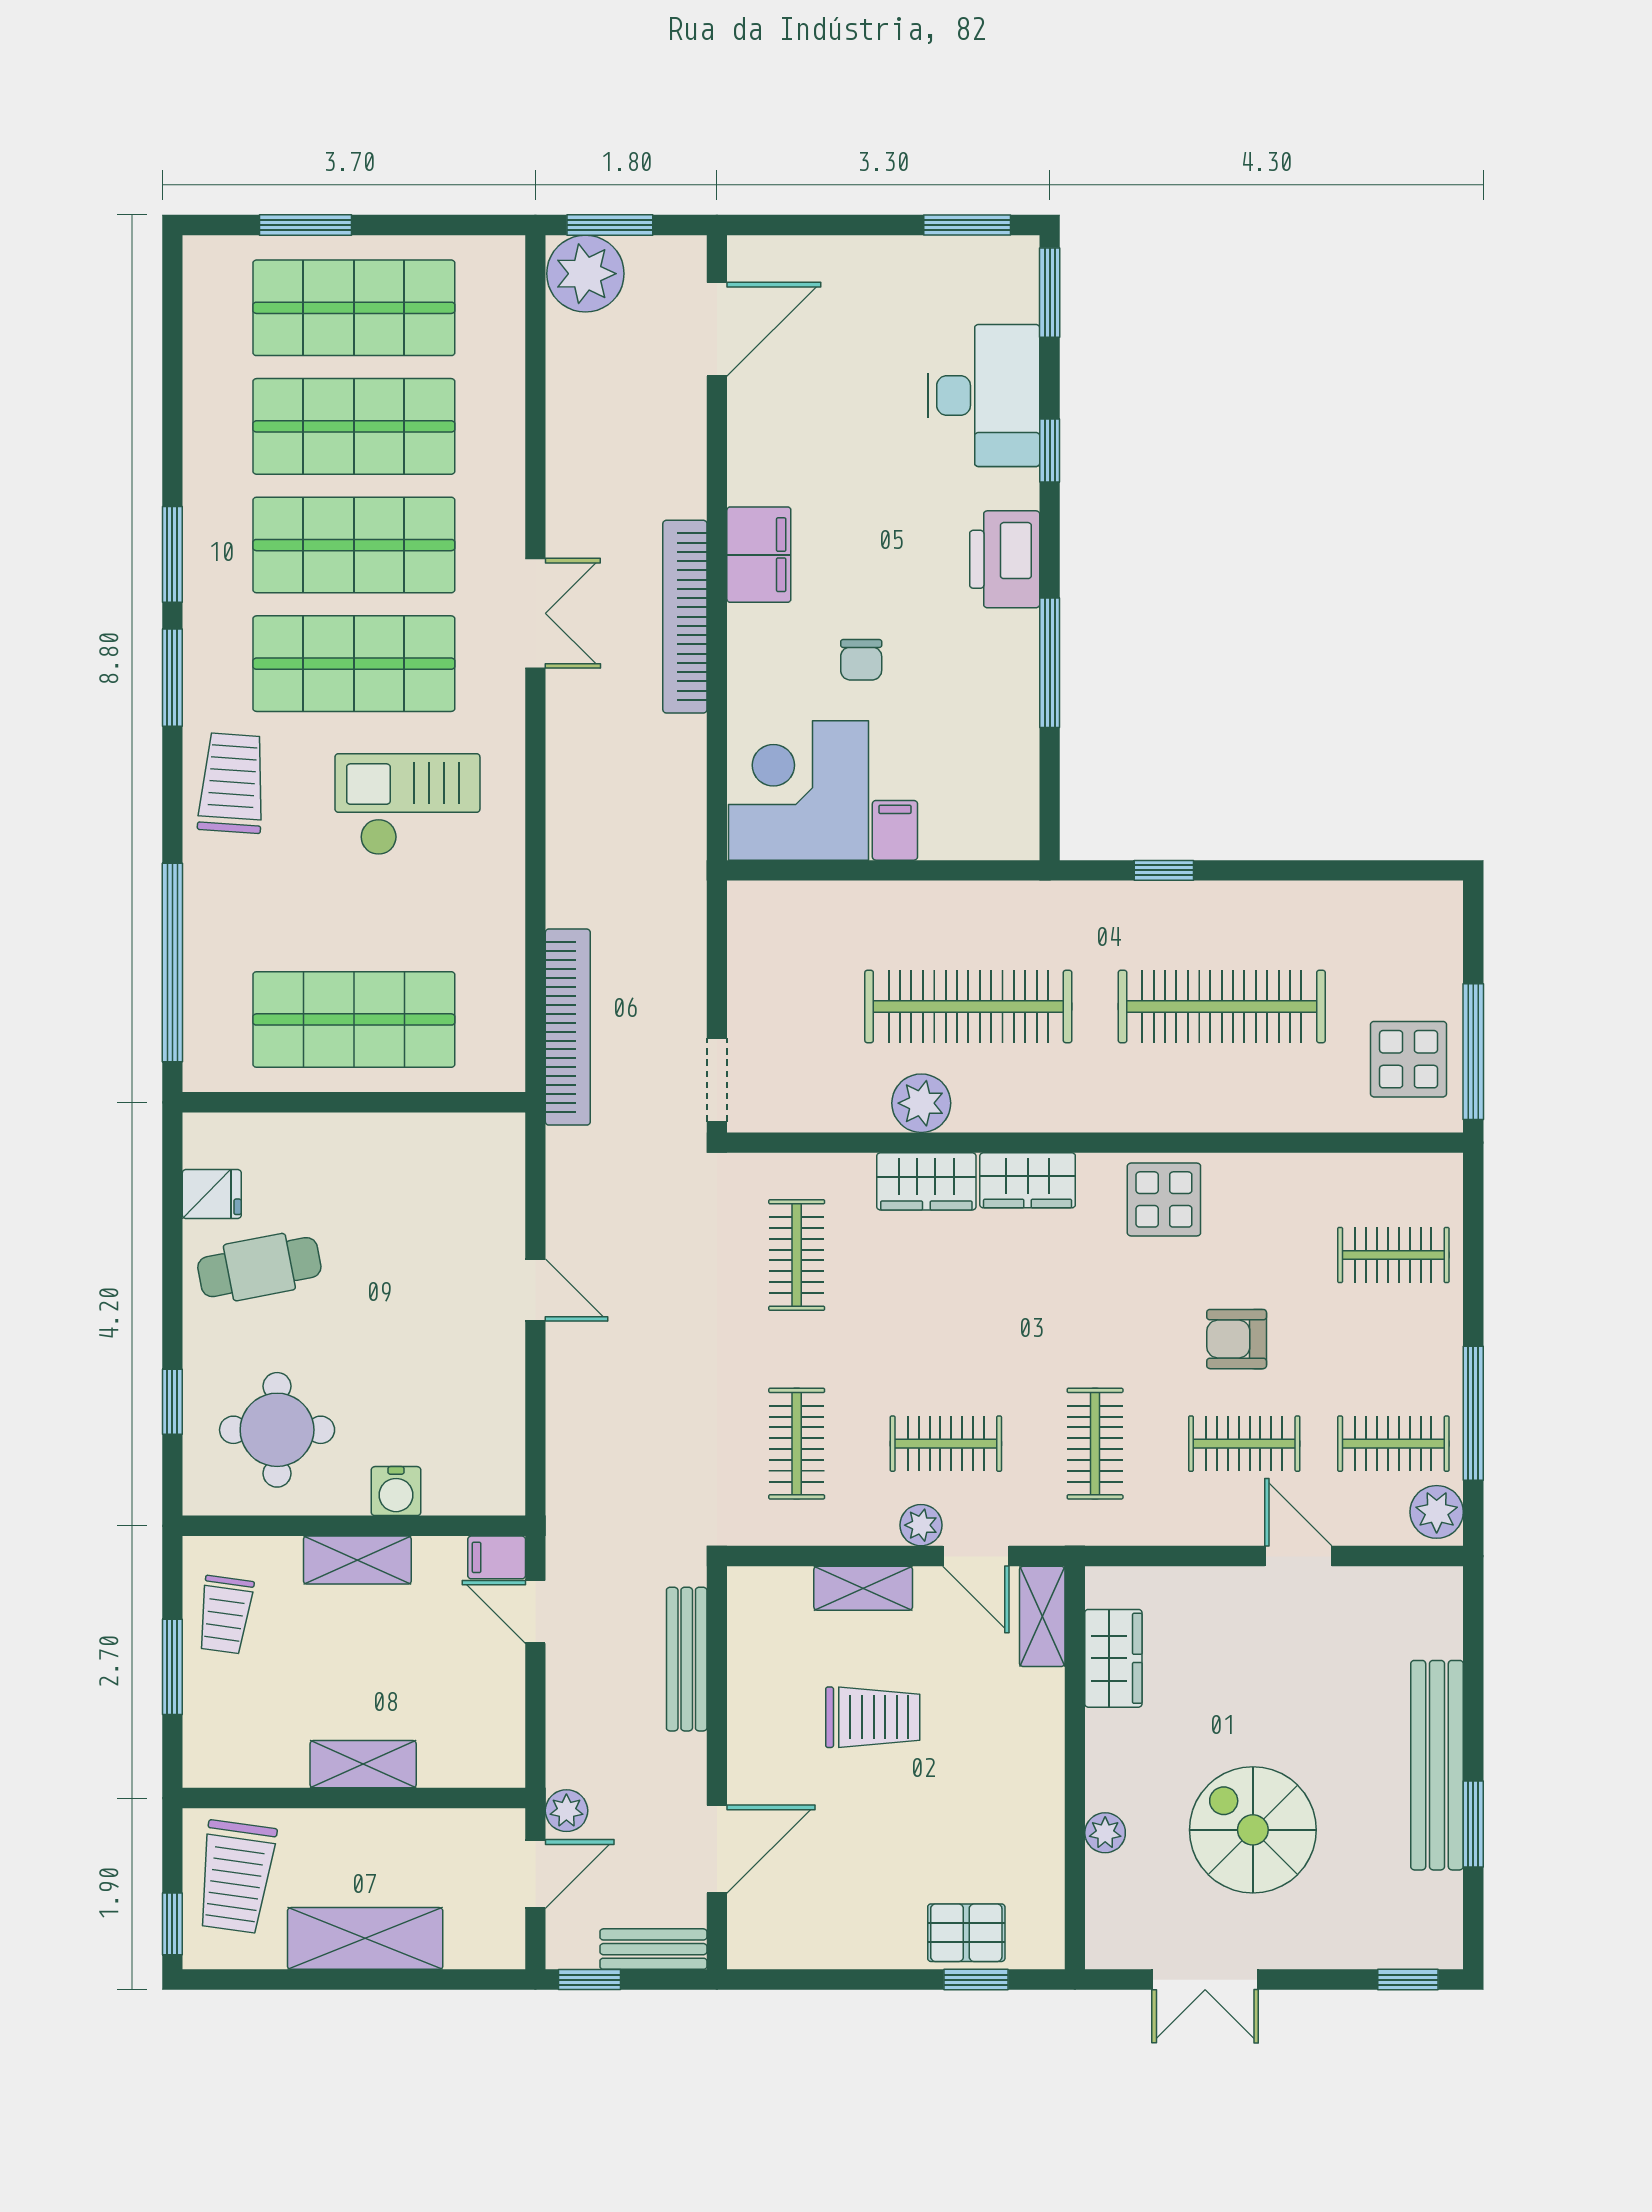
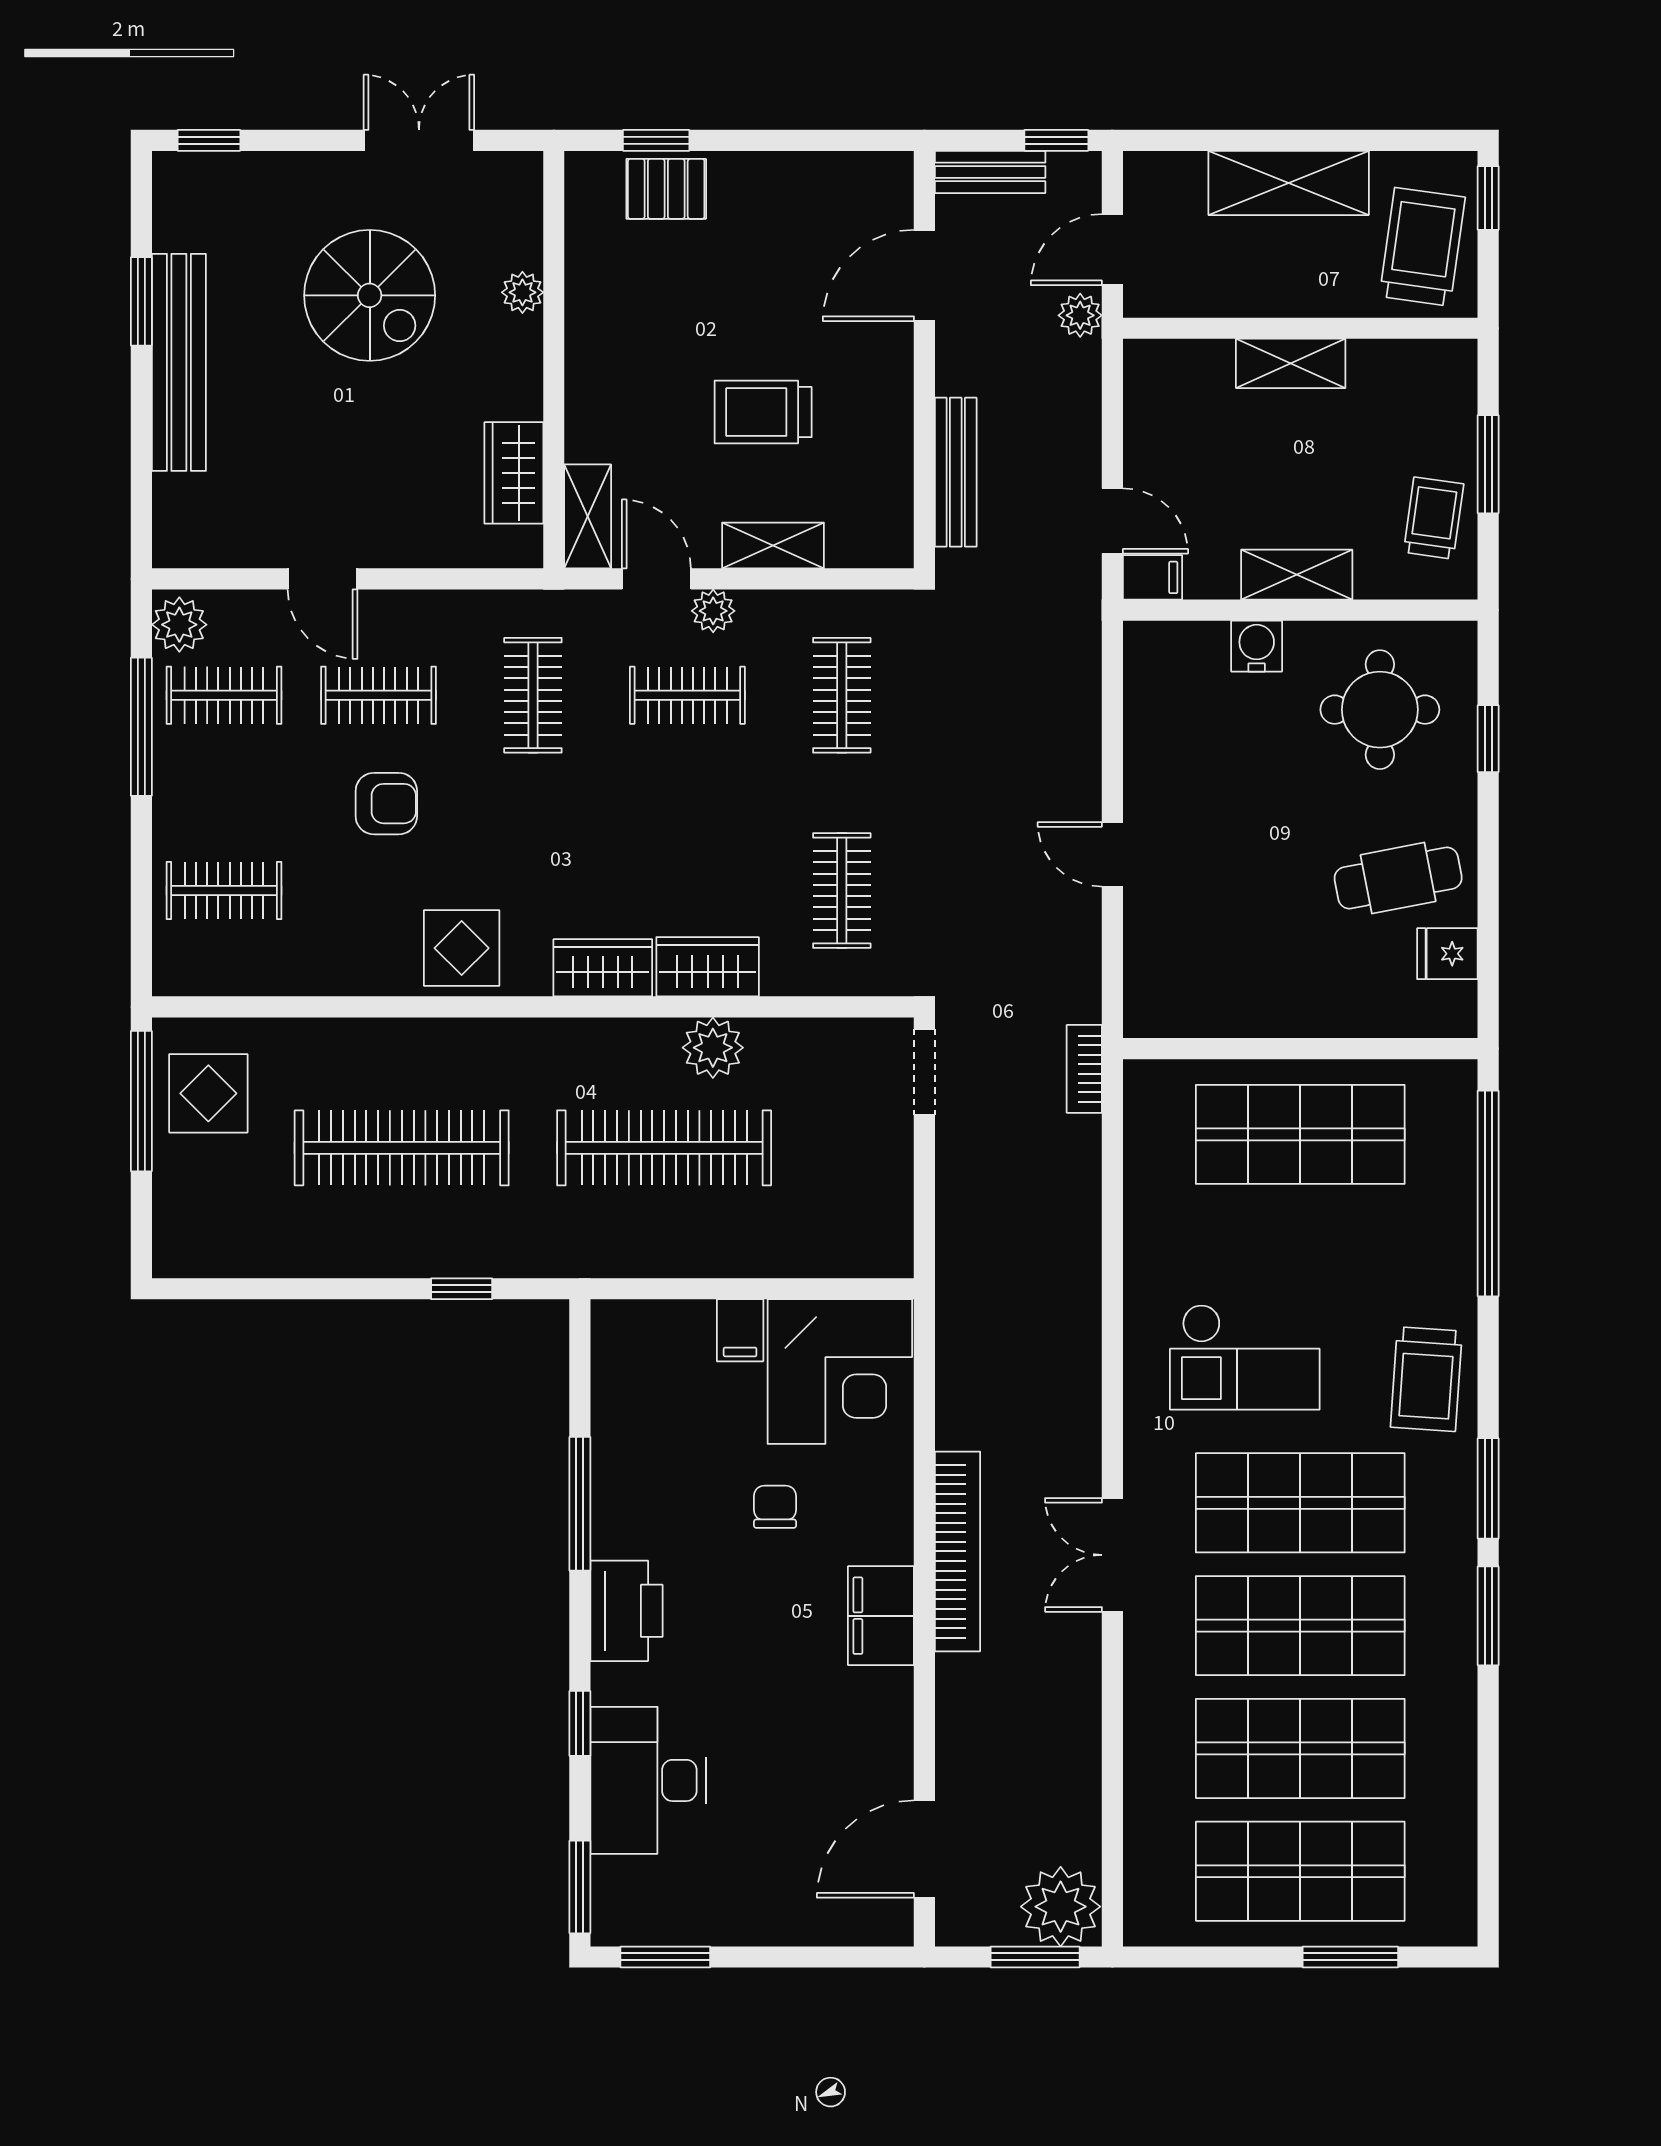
bookcase: (568, 1027) -> (1084, 1069), width x0.43, depth x0.76

